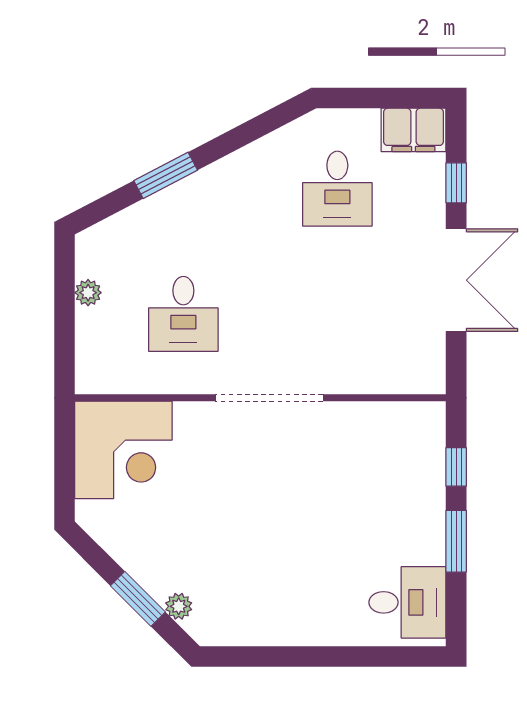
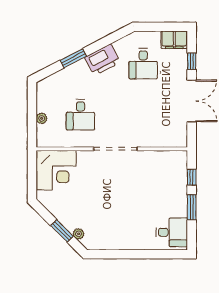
printer: (237, 179) -> (102, 60), added
plant: (88, 293) -> (42, 118), moved

